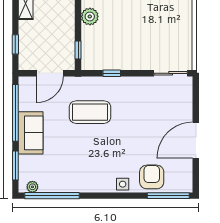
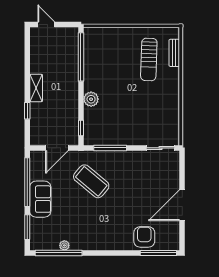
window: (15, 44) -> (27, 111), moved
window: (112, 73) -> (110, 148), width x2.17
coffee table: (90, 112) -> (91, 181), turned 40
side table: (123, 184) -> (119, 243), removed
plant: (32, 187) -> (64, 245), moved

